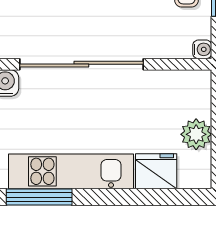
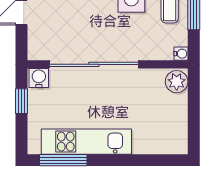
plant: (196, 134) -> (177, 82), moved
fridge: (156, 171) -> (148, 142), removed

